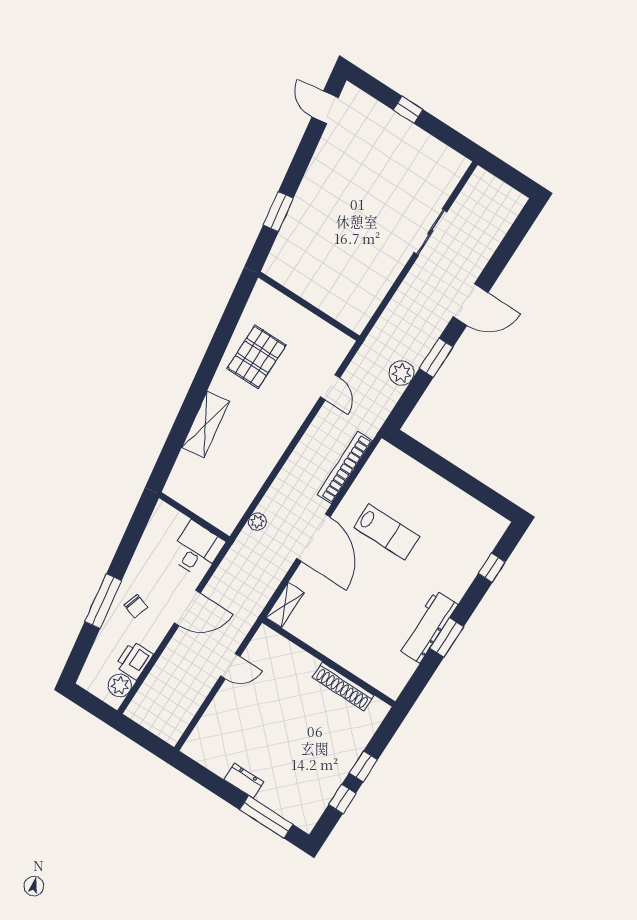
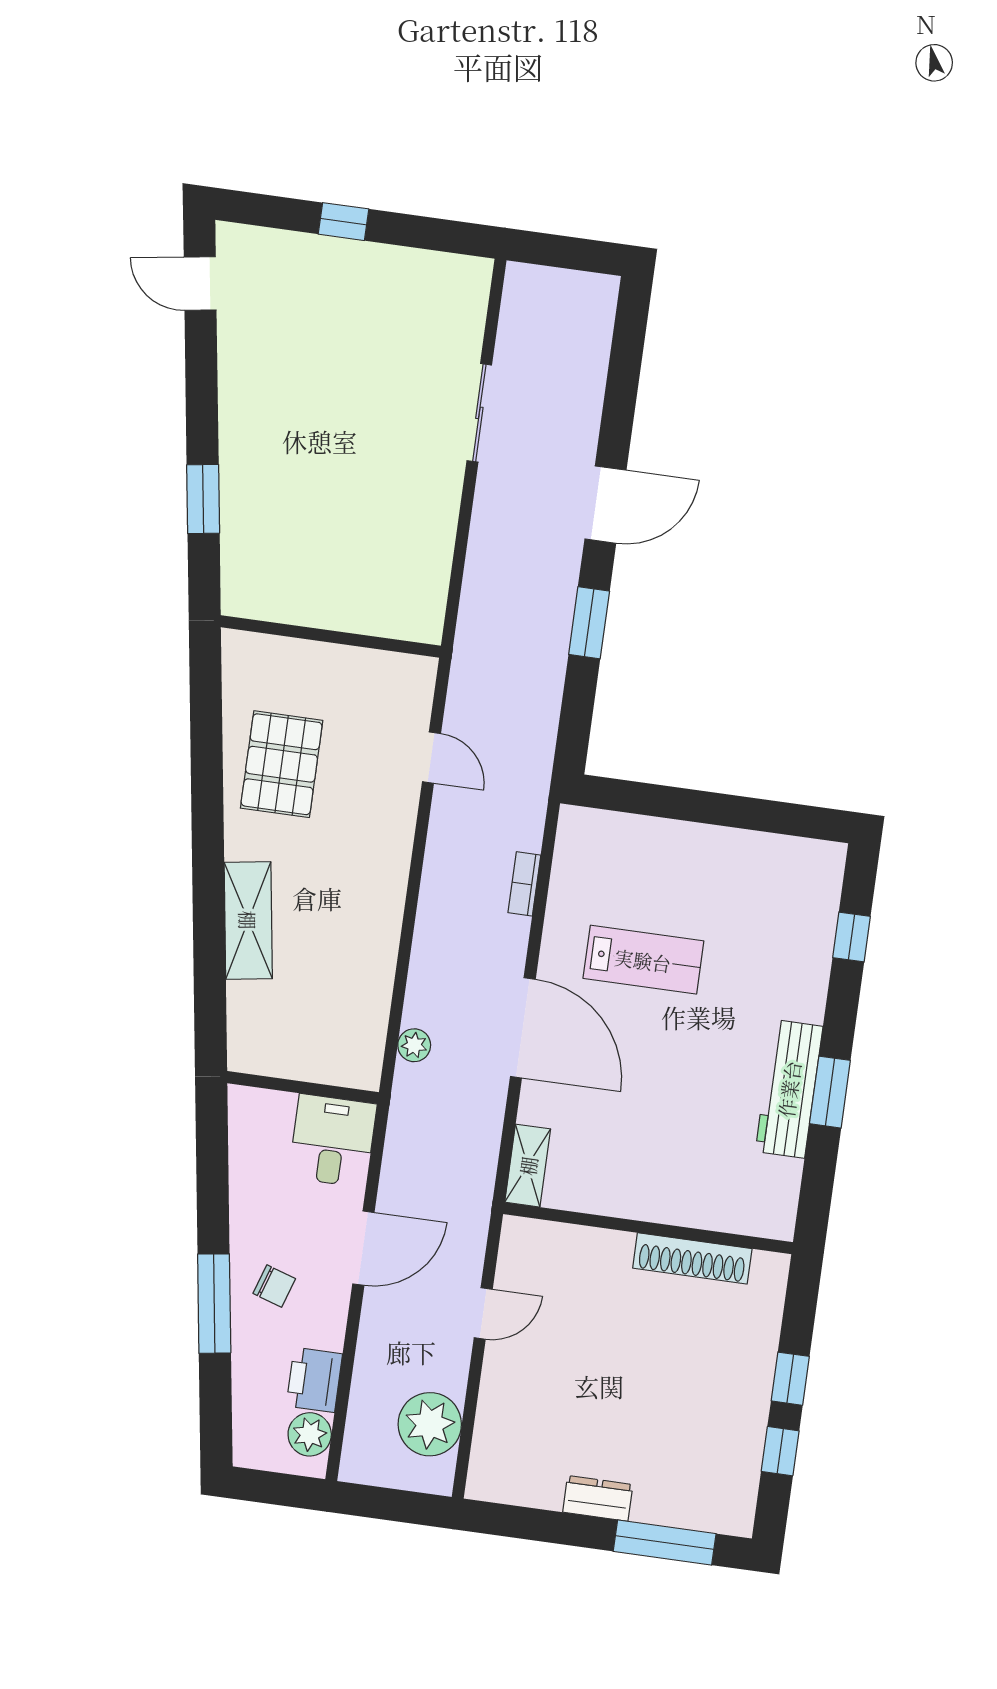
plant: (402, 373) -> (430, 1424), moved, width x1.36, depth x1.36
bookcase: (345, 468) -> (524, 884), width x0.43, depth x0.76

